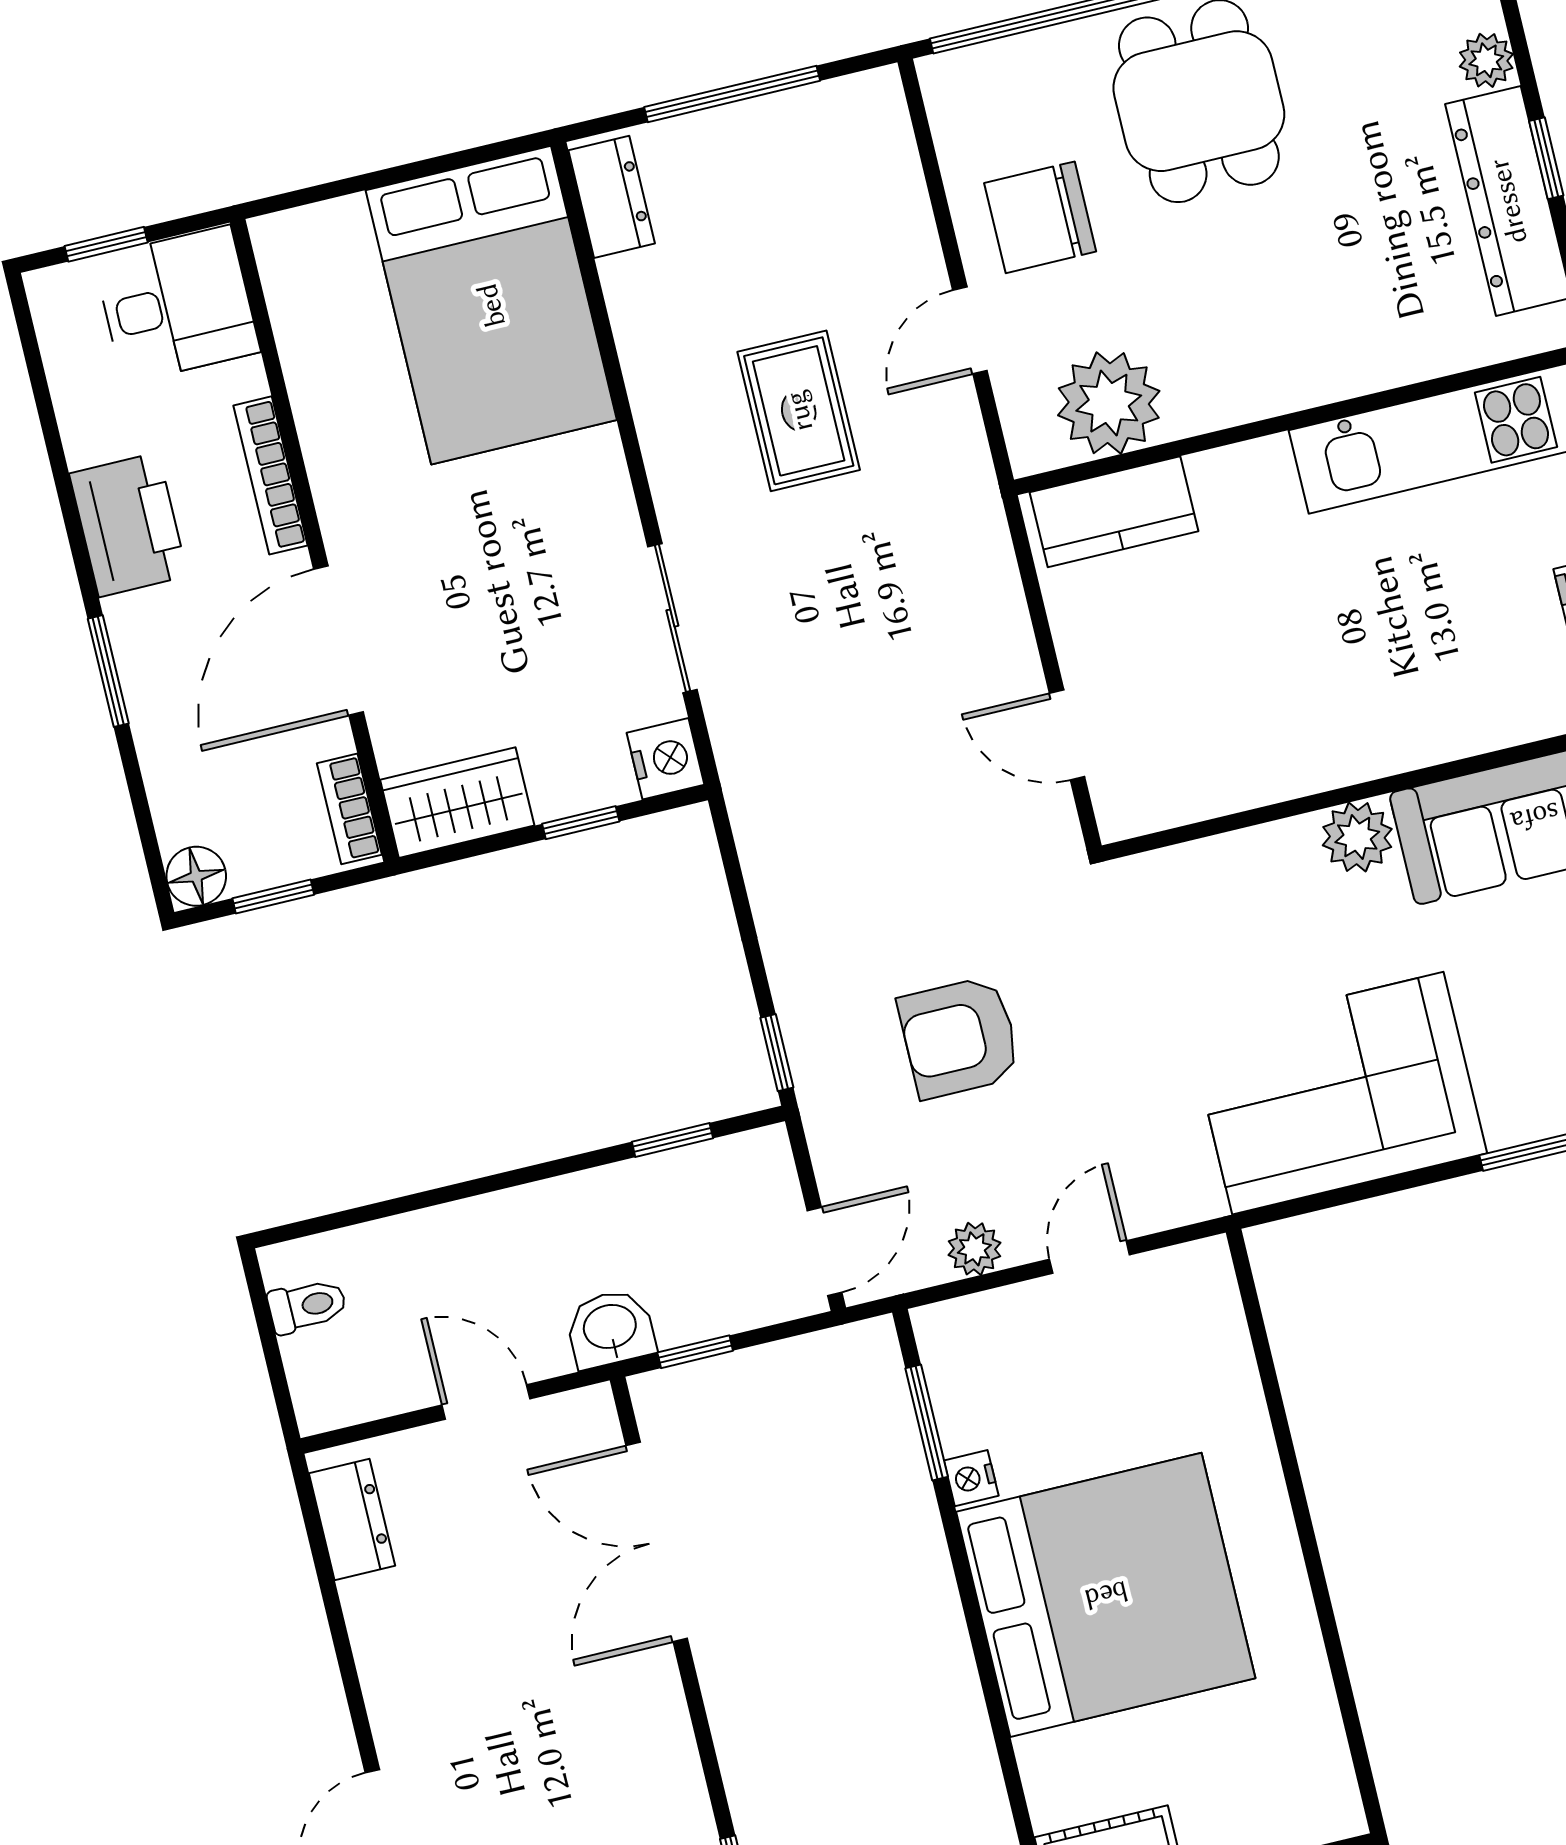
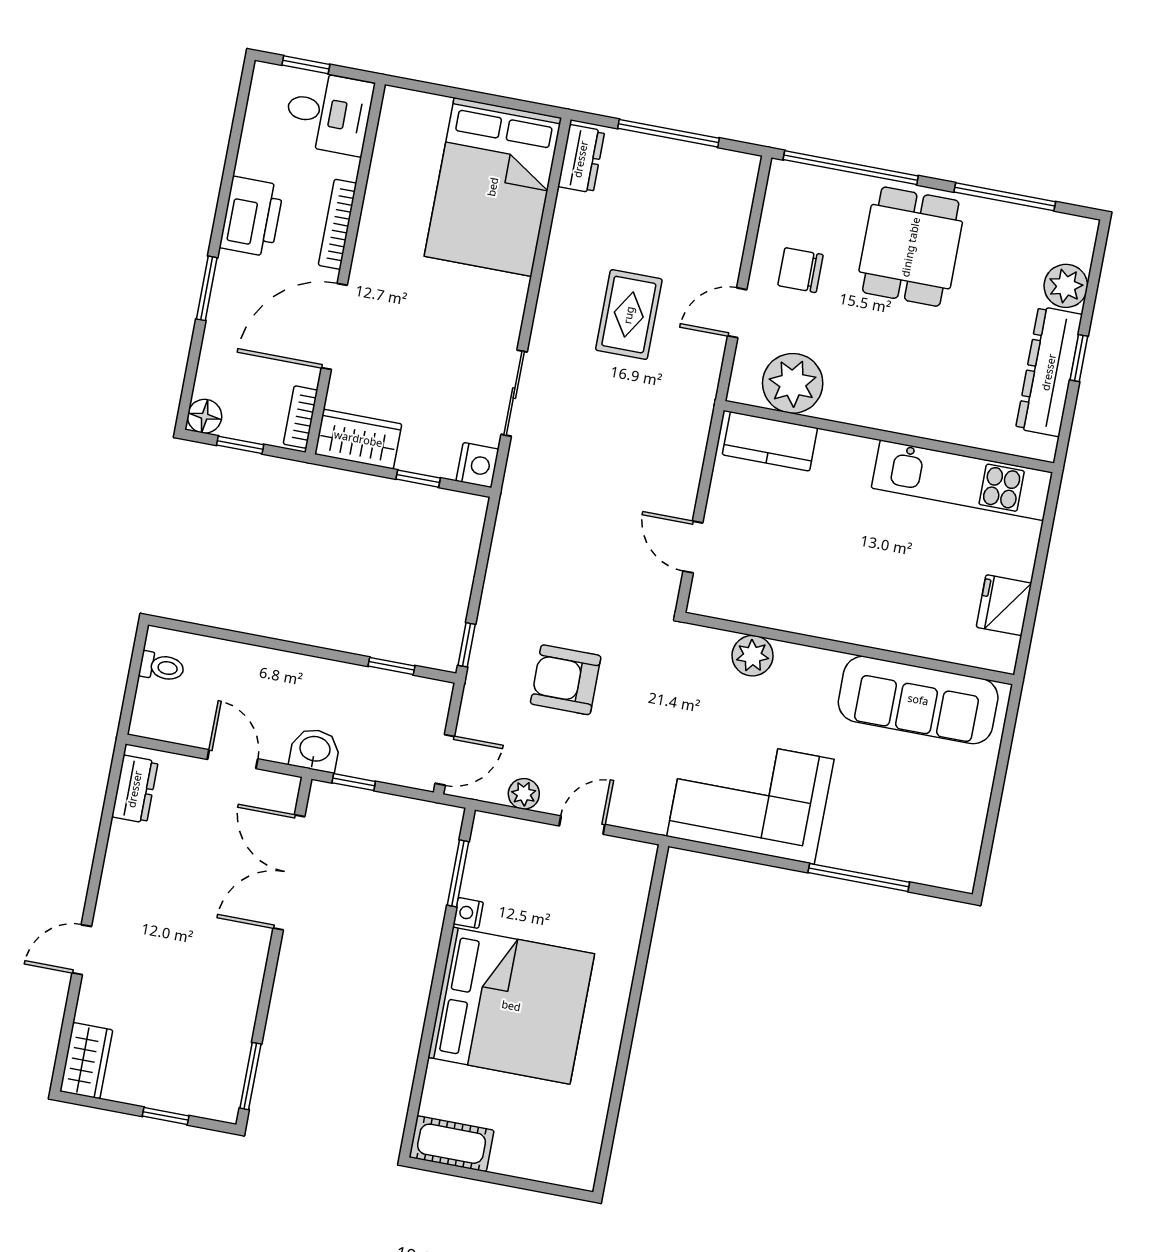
plant: (1486, 60) -> (1066, 286), width x1.38, depth x1.38
chair: (1040, 217) -> (801, 270), width x0.73, depth x0.73
plant: (1357, 837) -> (753, 656), moved

